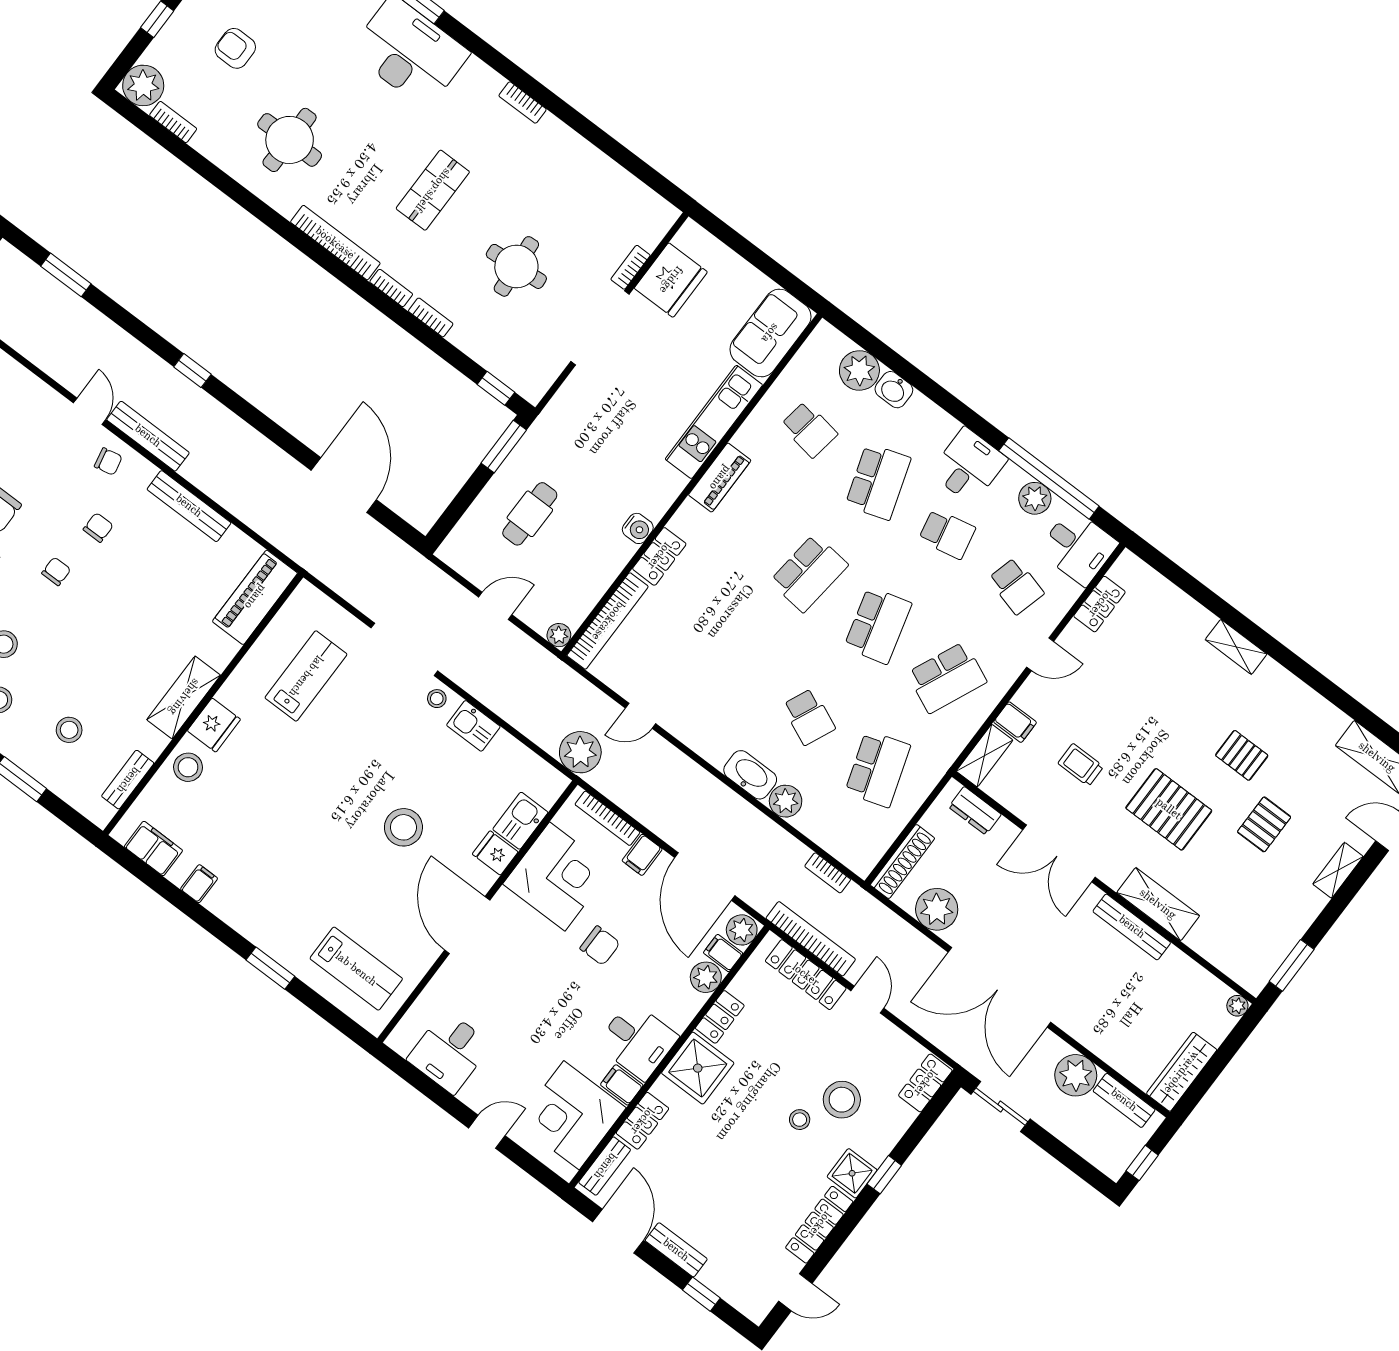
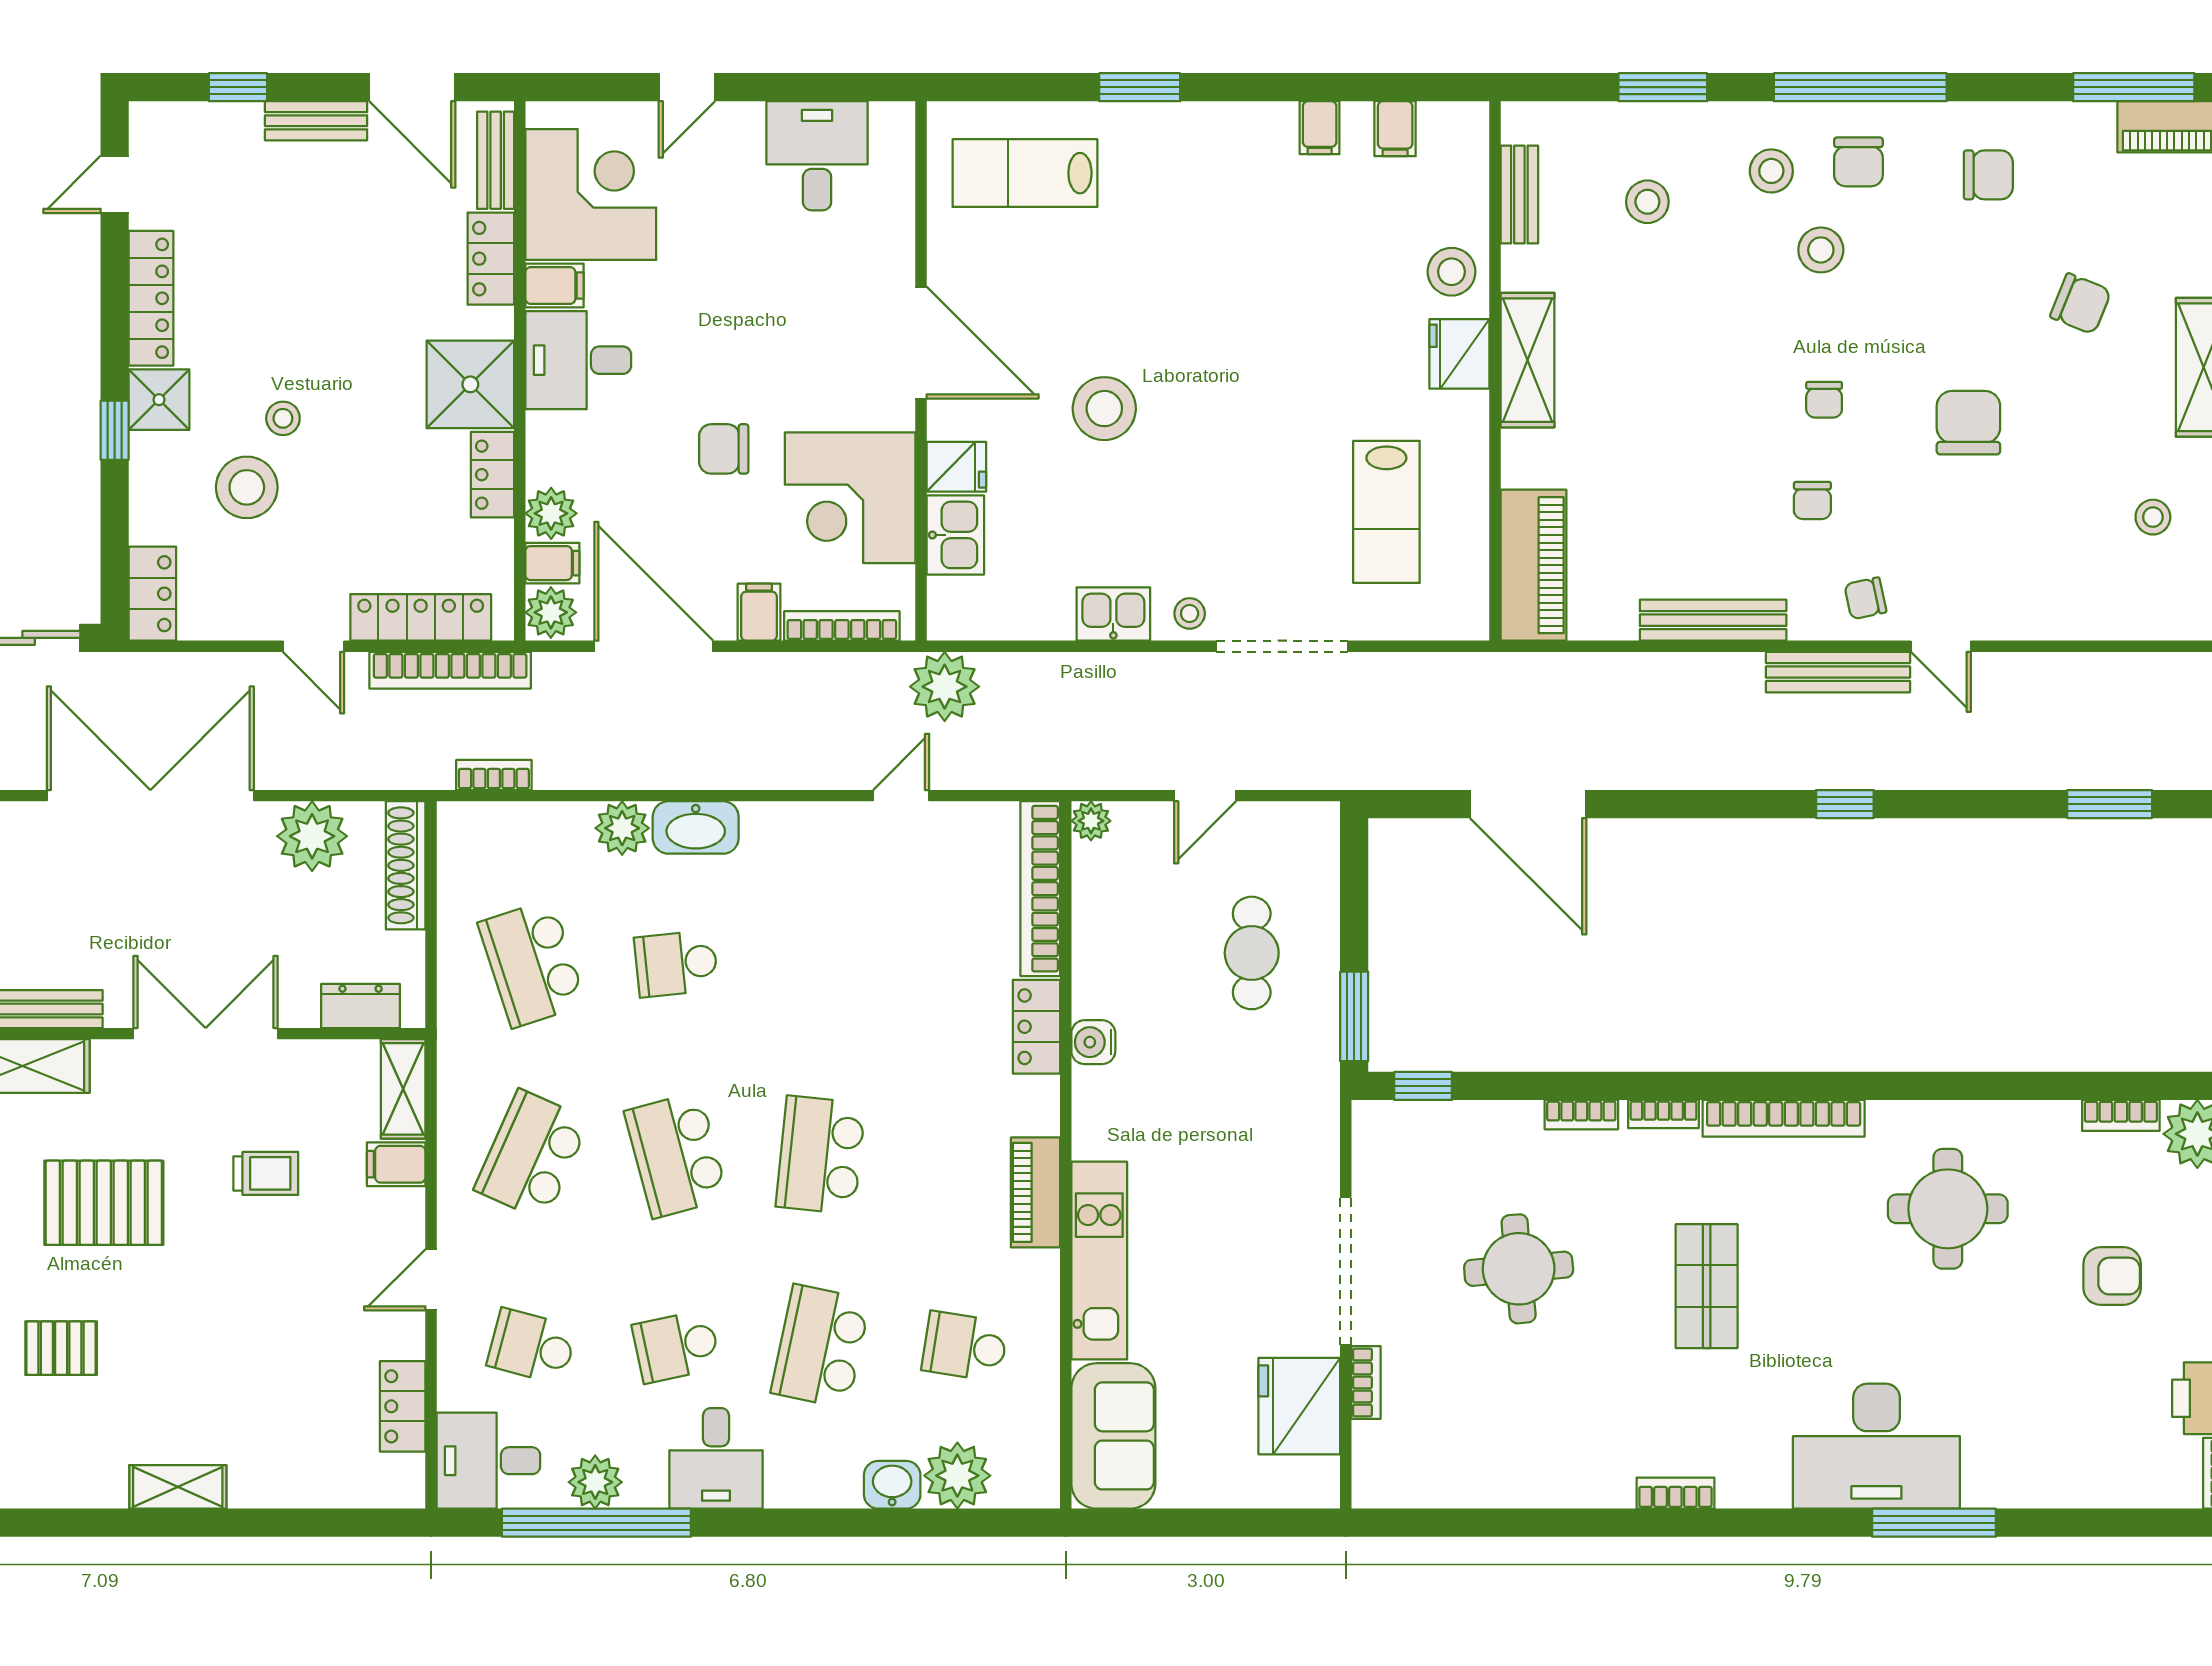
school desk: (878, 482) -> (821, 1346), turned 30
school desk: (809, 717) -> (676, 964), turned -30
filing cabinet: (153, 849) -> (1395, 129), width x0.50

